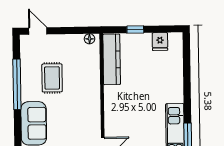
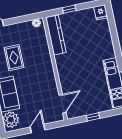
fridge: (160, 42) -> (101, 12), moved

